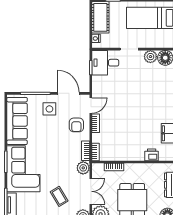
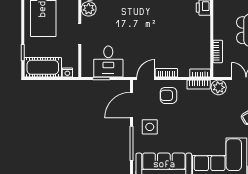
desk: (105, 63) -> (108, 62), moved
door: (91, 106) -> (146, 79), hinge flipped
armchair: (76, 125) -> (168, 95), turned 180

